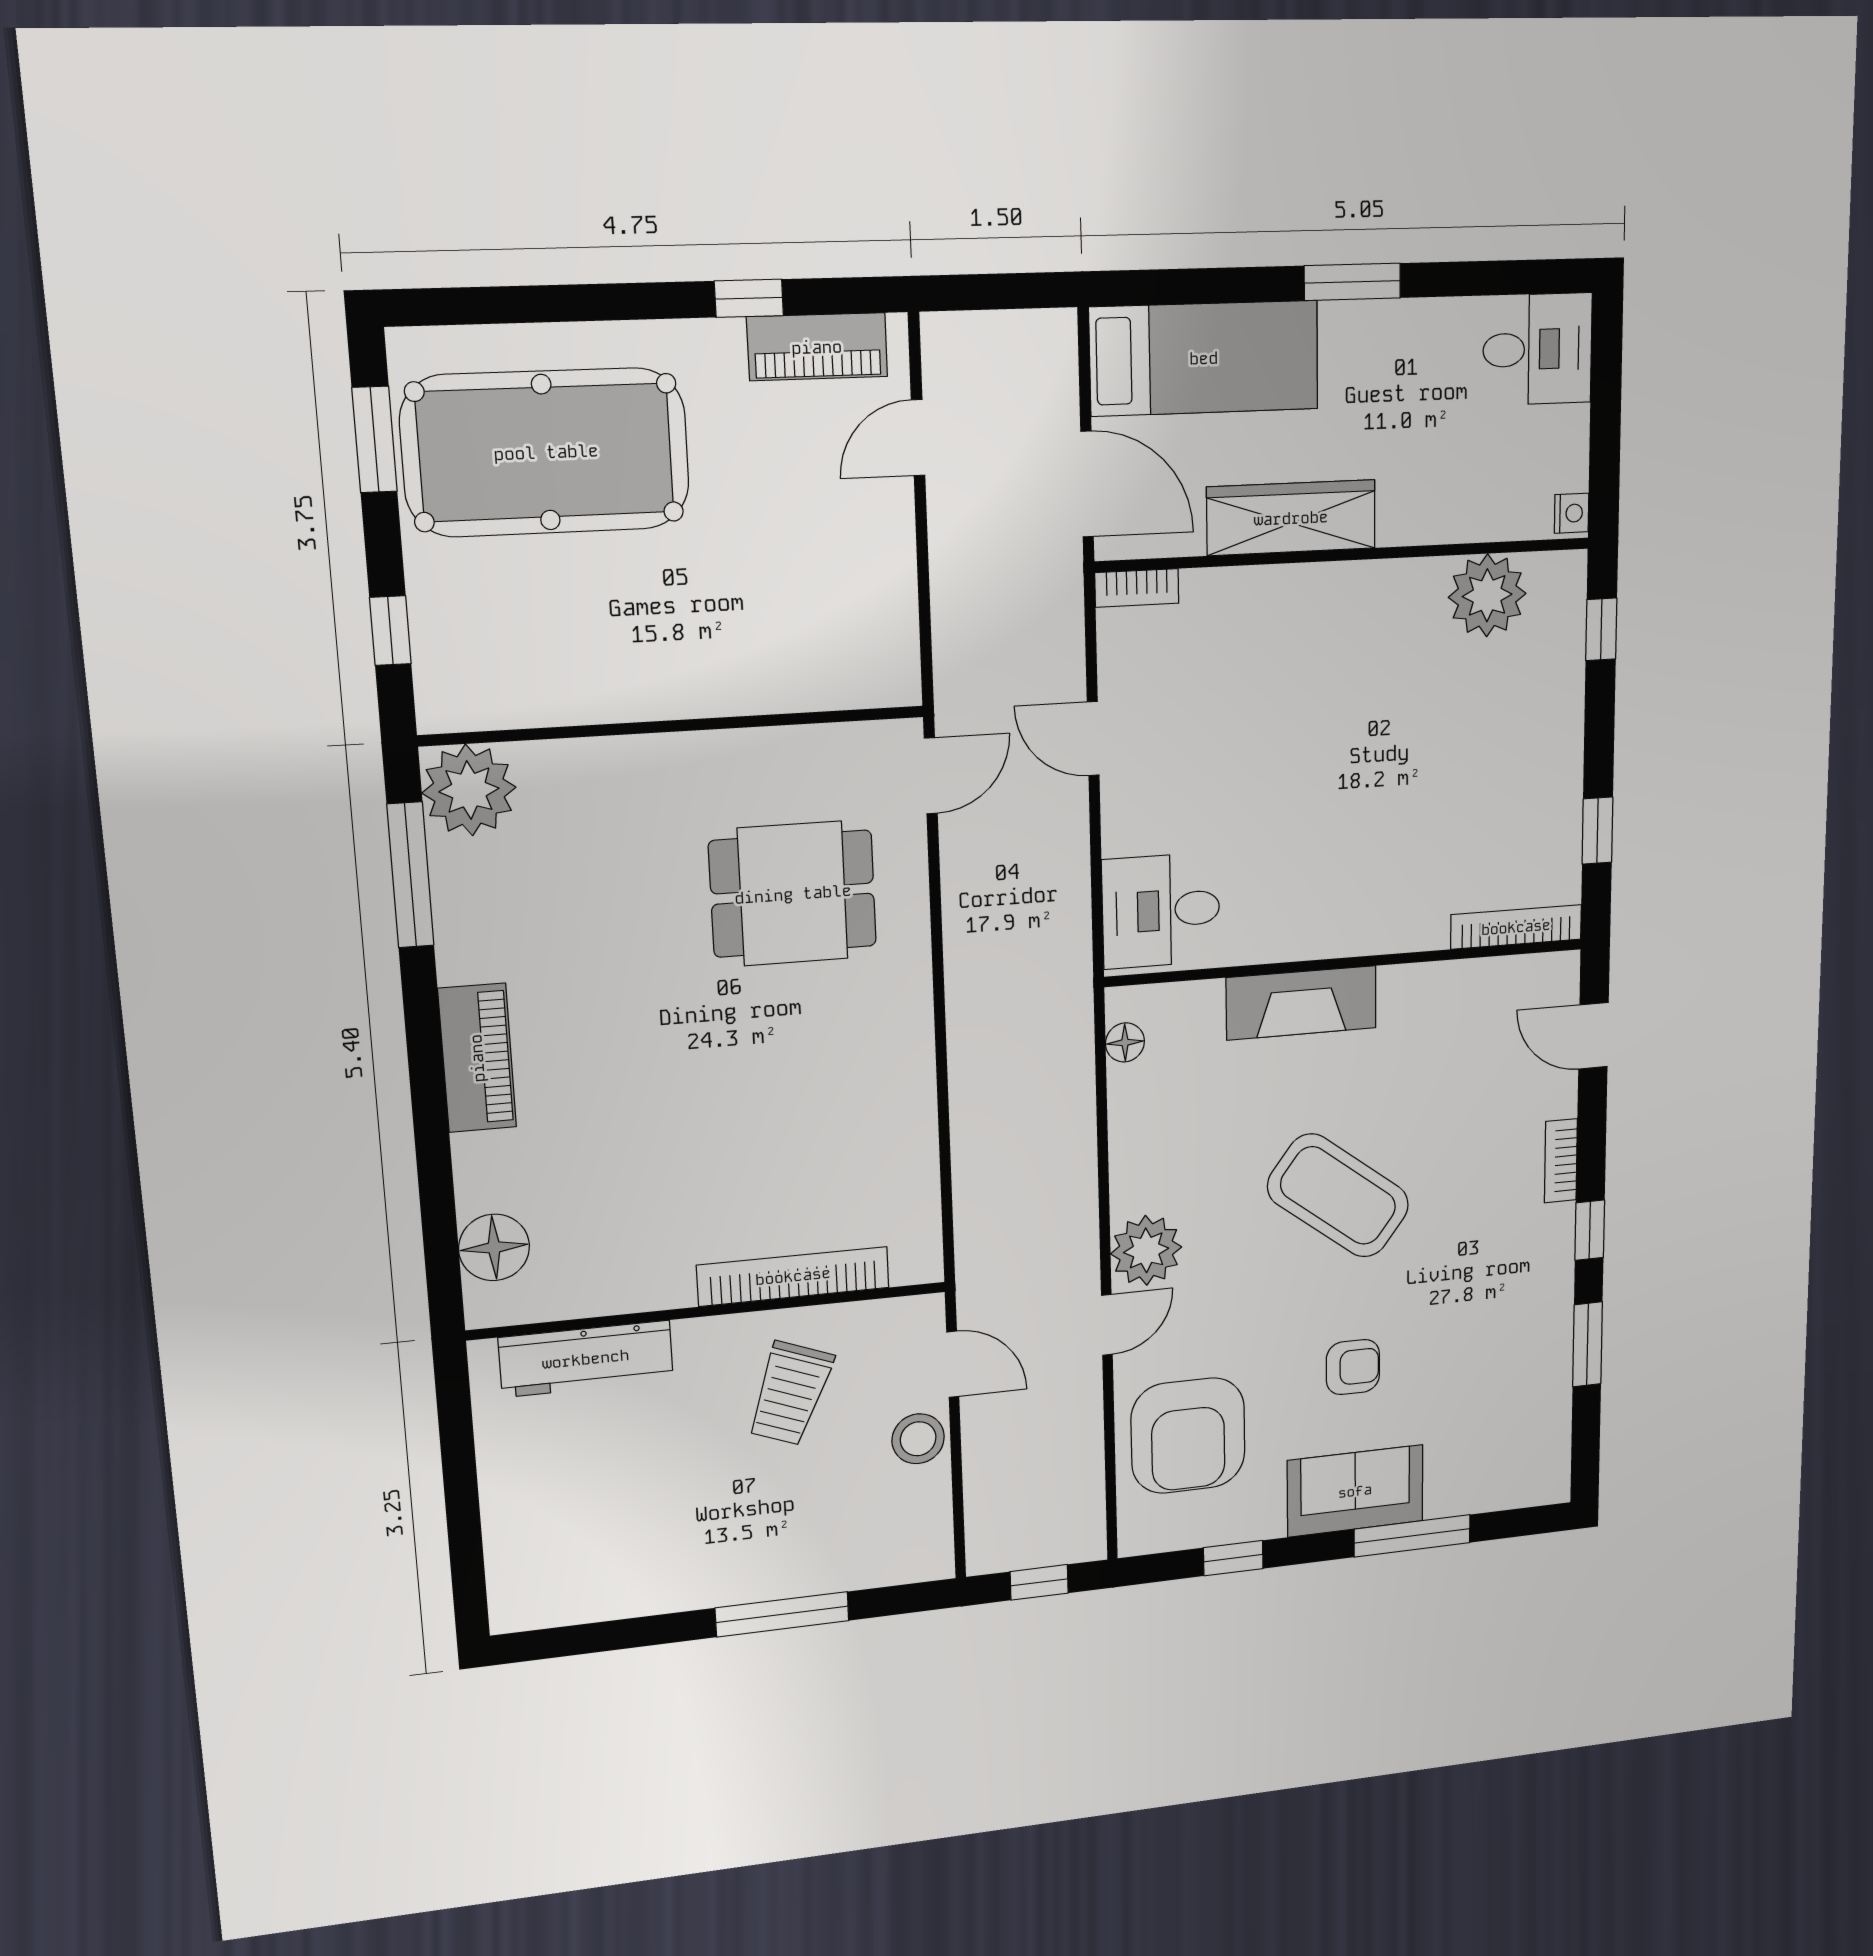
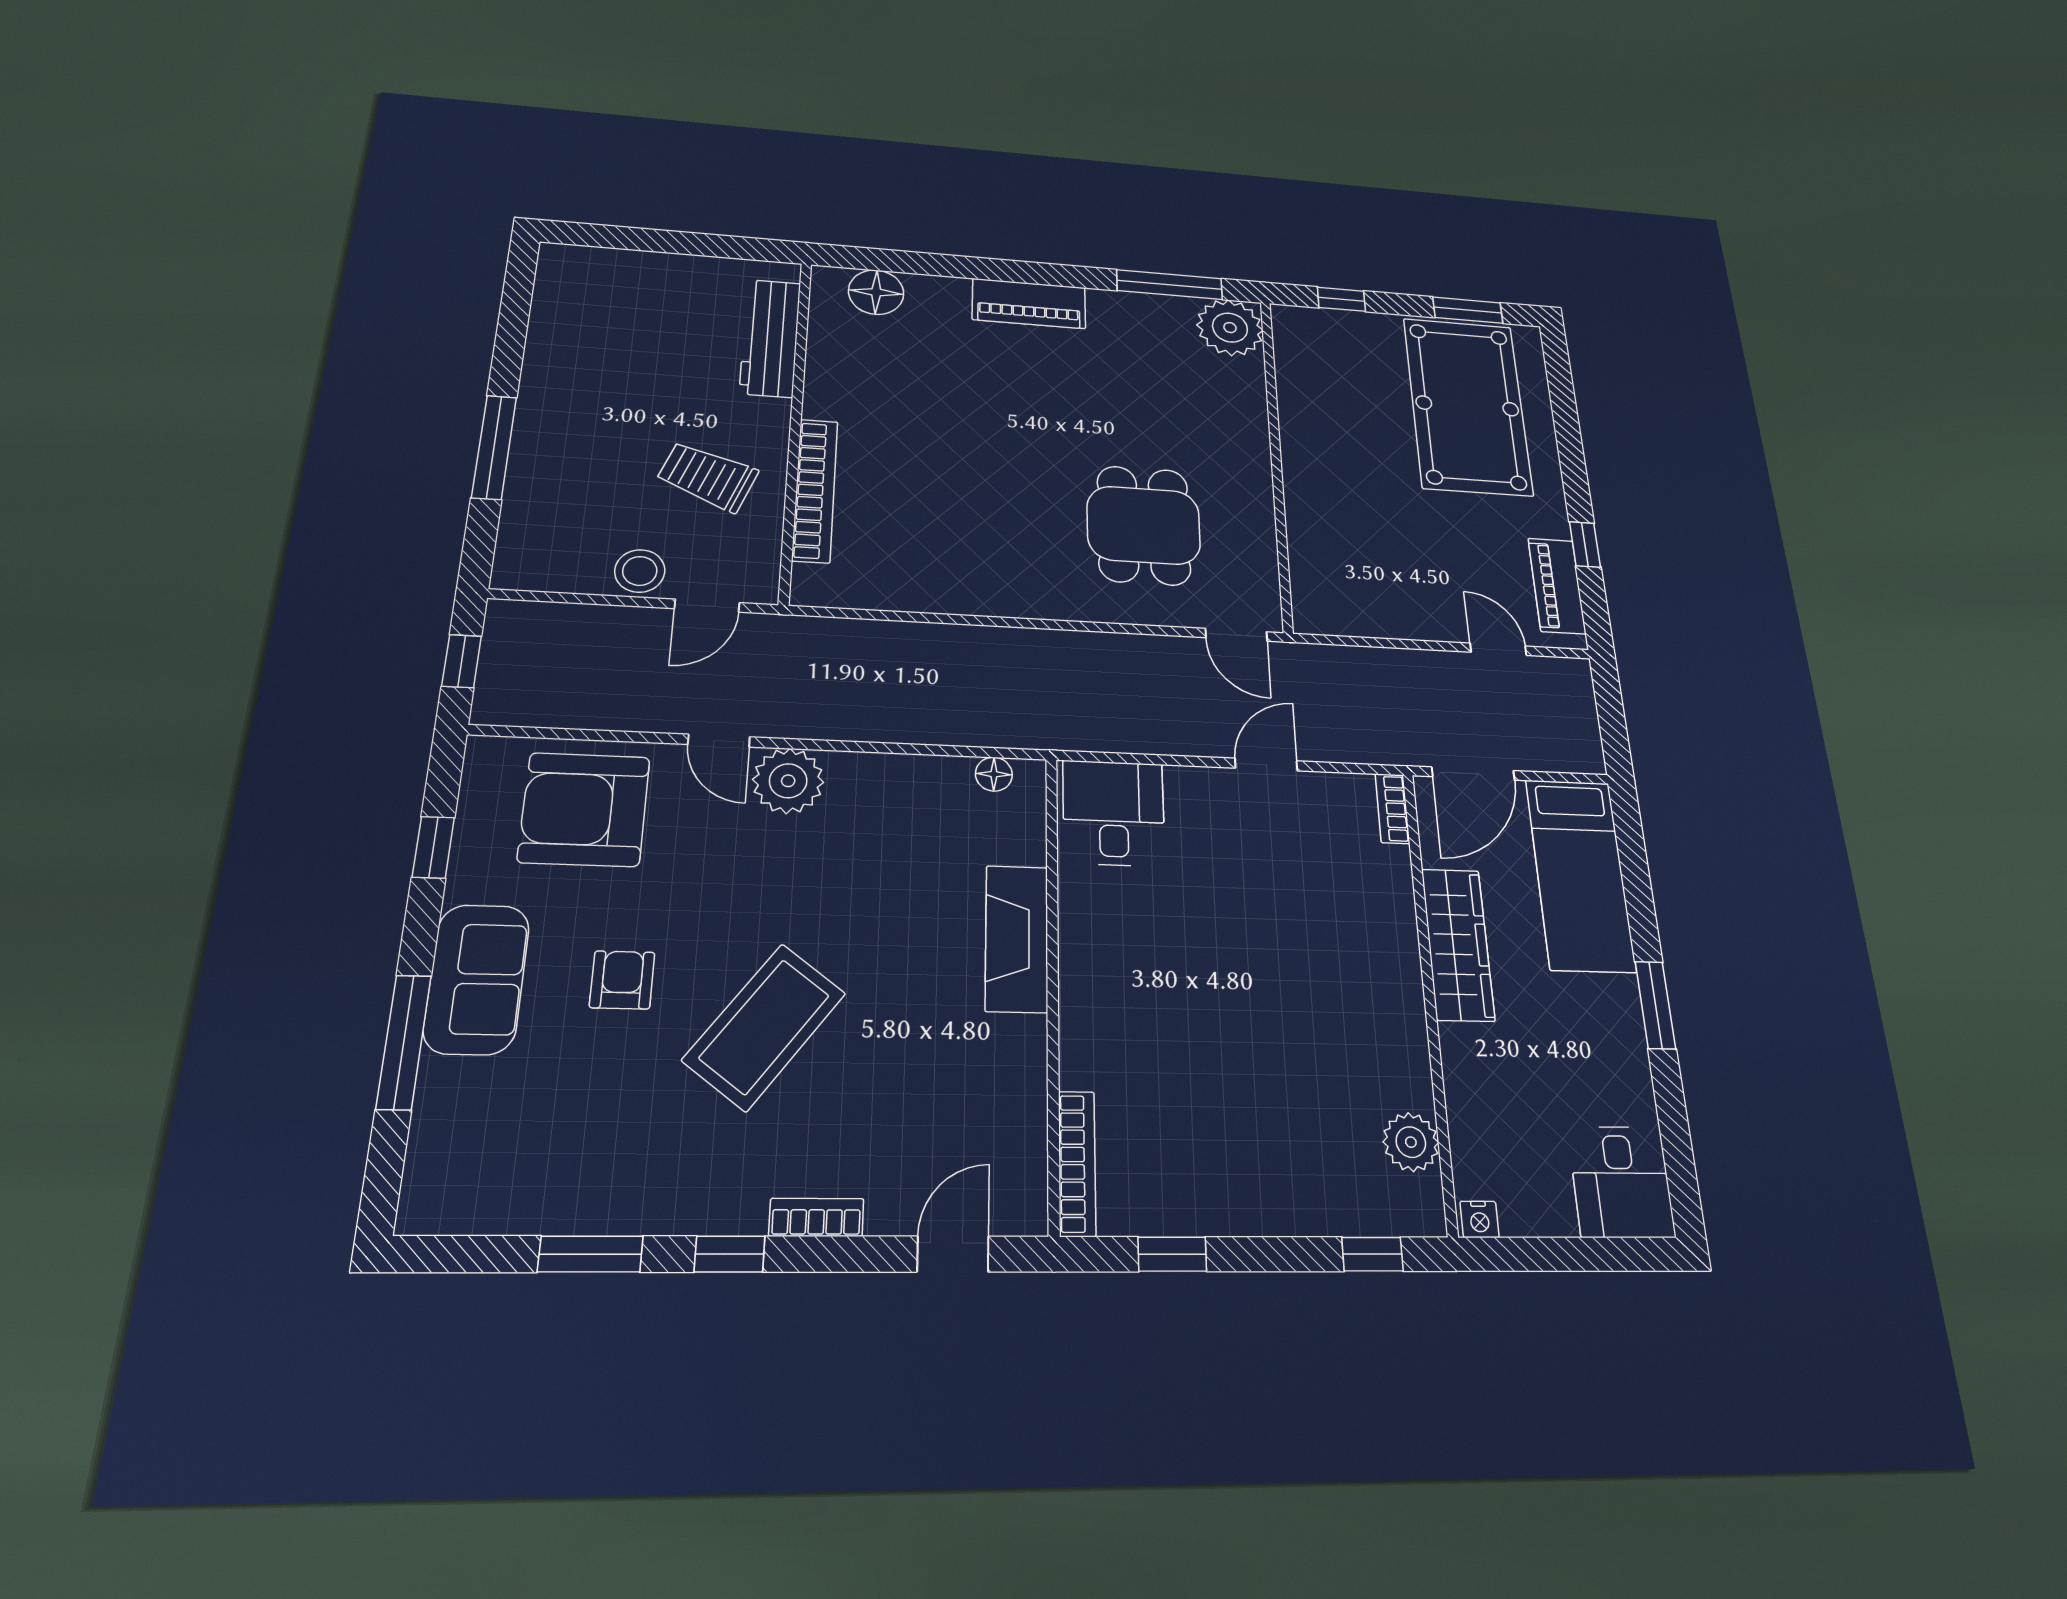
plant: (1487, 595) -> (1411, 1142), width x0.73, depth x0.73
coffee table: (1338, 1196) -> (764, 1027), moved
armchair: (1353, 1367) -> (622, 980), turned 180

